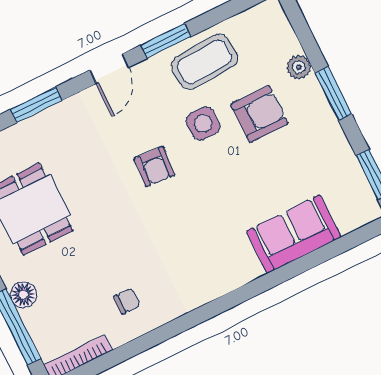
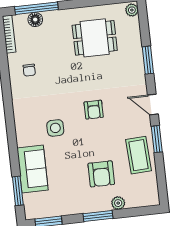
side table: (203, 123) -> (55, 128), moved
armchair: (154, 167) -> (94, 110), turned -94
window: (340, 246) -> (18, 191), added
floor lamp: (23, 295) -> (35, 20), moved

